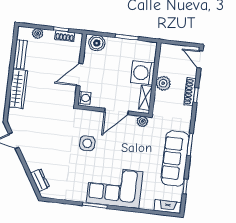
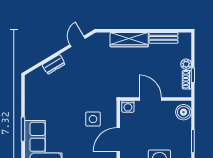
plant: (38, 33) -> (186, 64), moved
door: (116, 111) -> (118, 140), hinge flipped
side table: (87, 143) -> (93, 119), moved
dresser: (40, 180) -> (54, 64), moved

